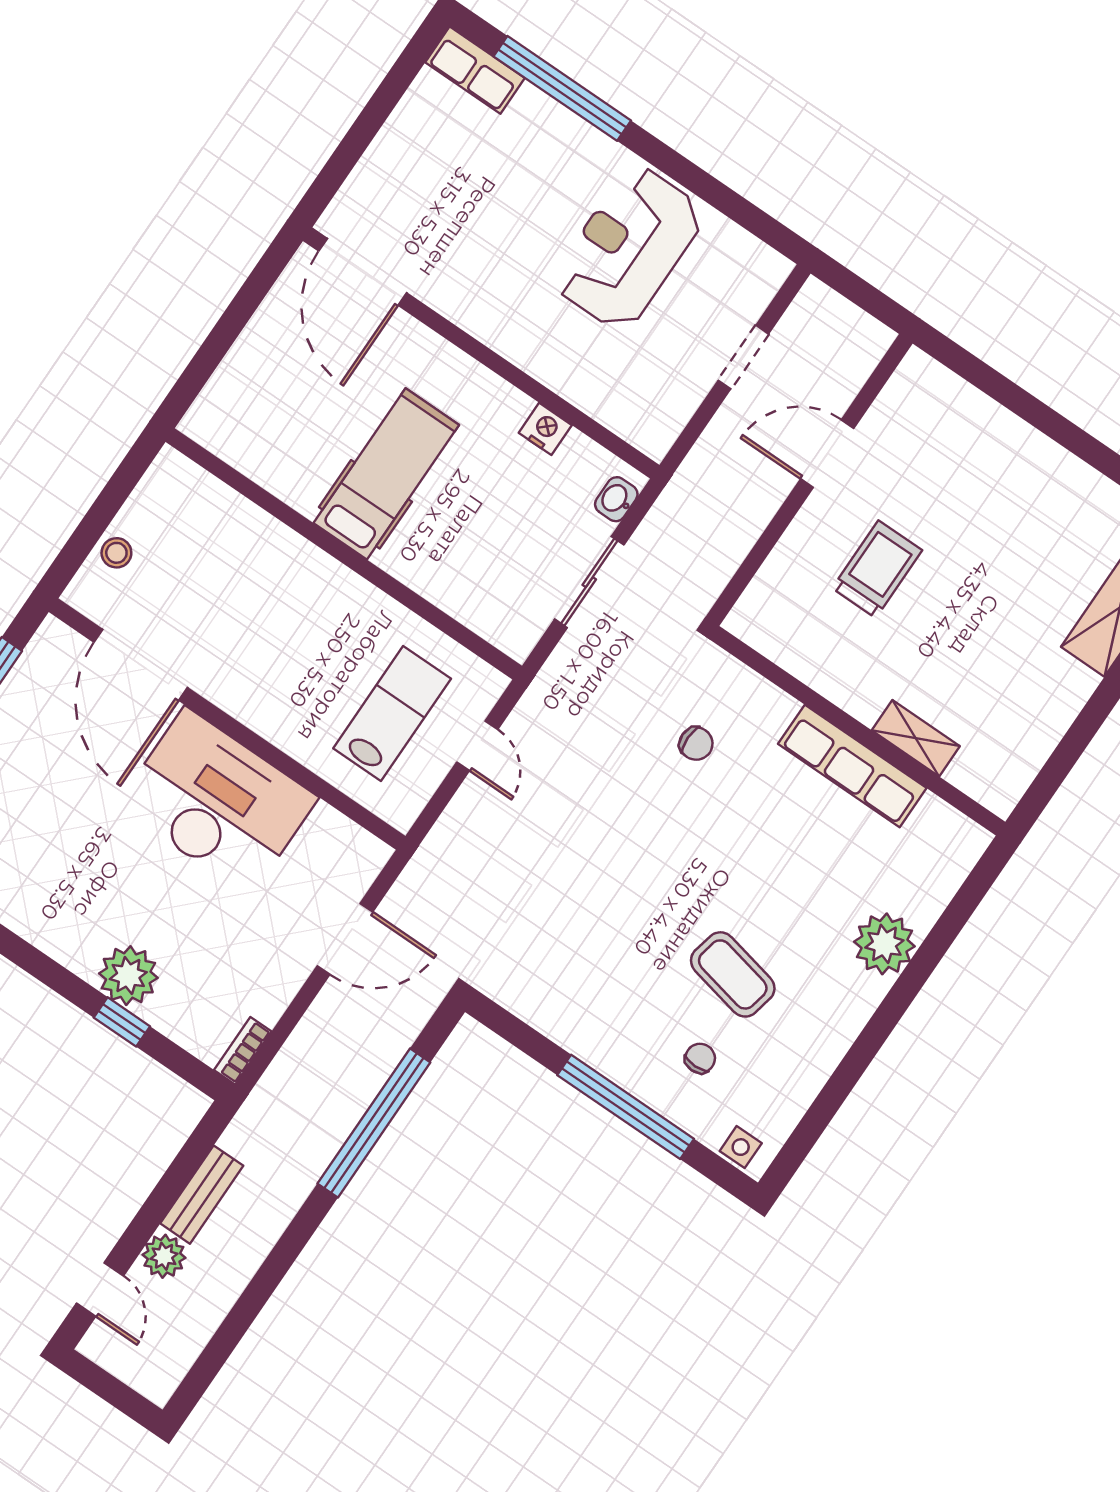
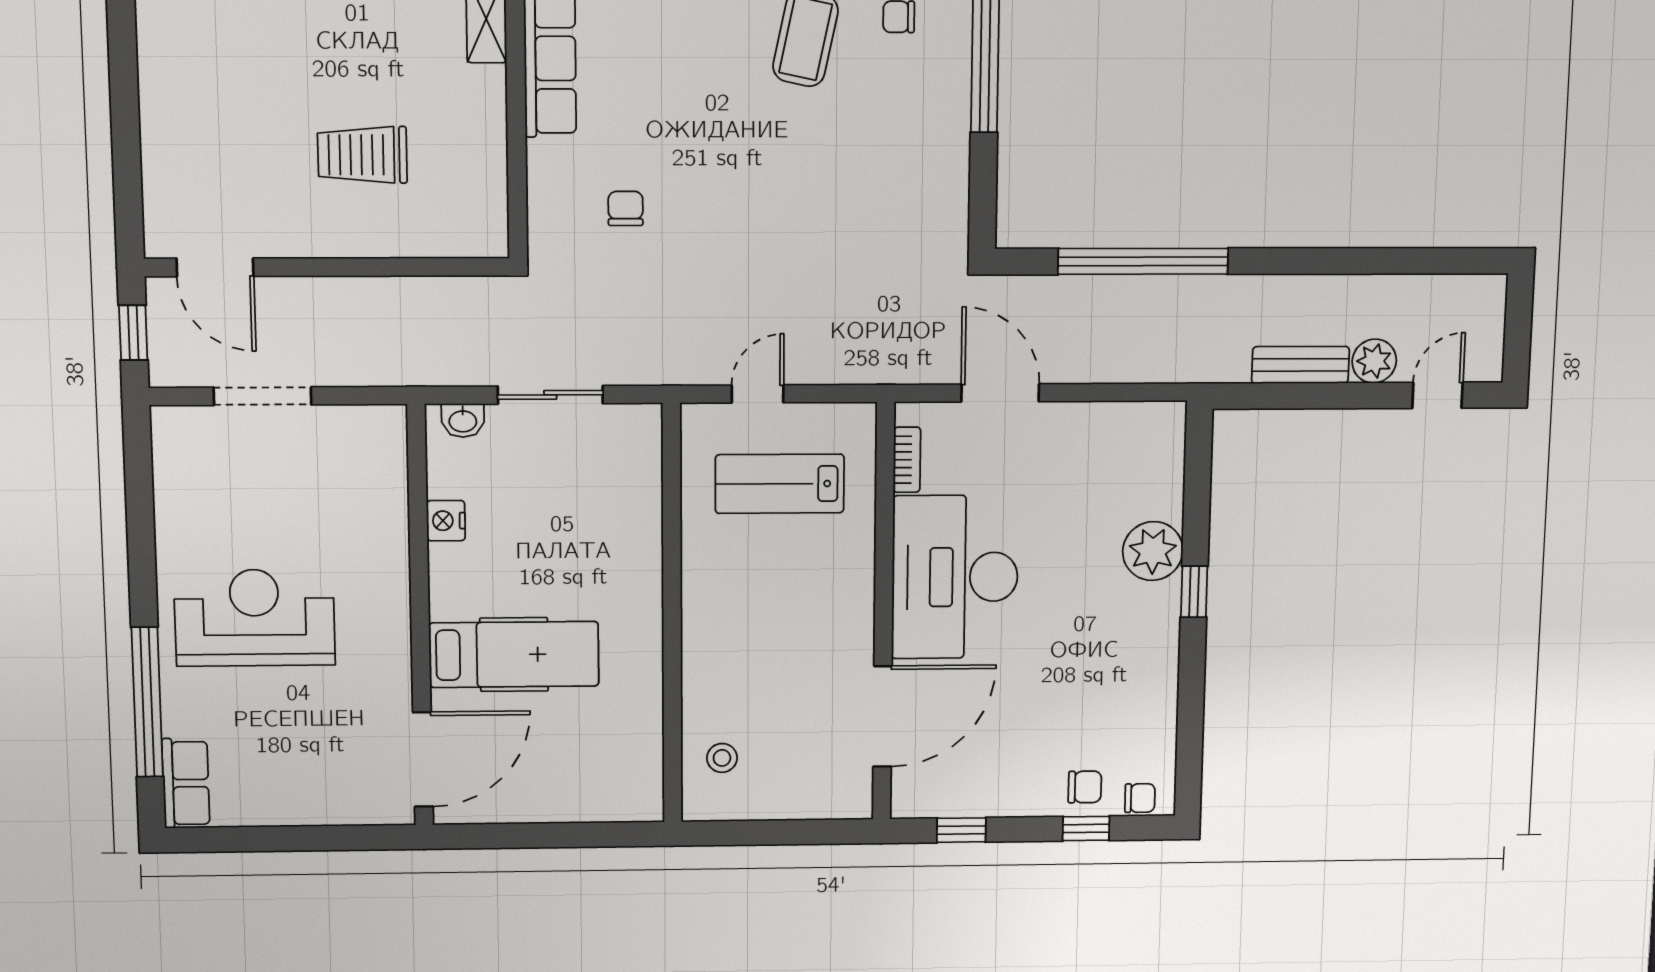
reception desk: (628, 248) -> (255, 618), moved, turned 180
window: (862, 293) -> (133, 333), added
doorway: (743, 357) -> (263, 396), width x1.38
door: (827, 454) -> (215, 267), moved
hospital bed: (386, 474) -> (514, 655), moved, turned 180
stool: (116, 553) -> (722, 758), moved
window: (122, 1022) -> (1194, 592), moved
bookcase: (243, 1051) -> (907, 460), moved, turned -90

